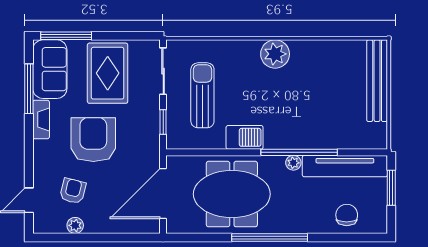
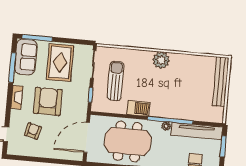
fireplace: (41, 119) -> (17, 97), moved
plant: (75, 225) -> (32, 152), removed

